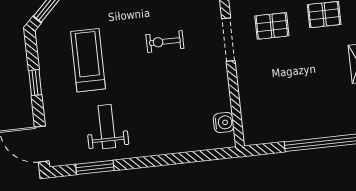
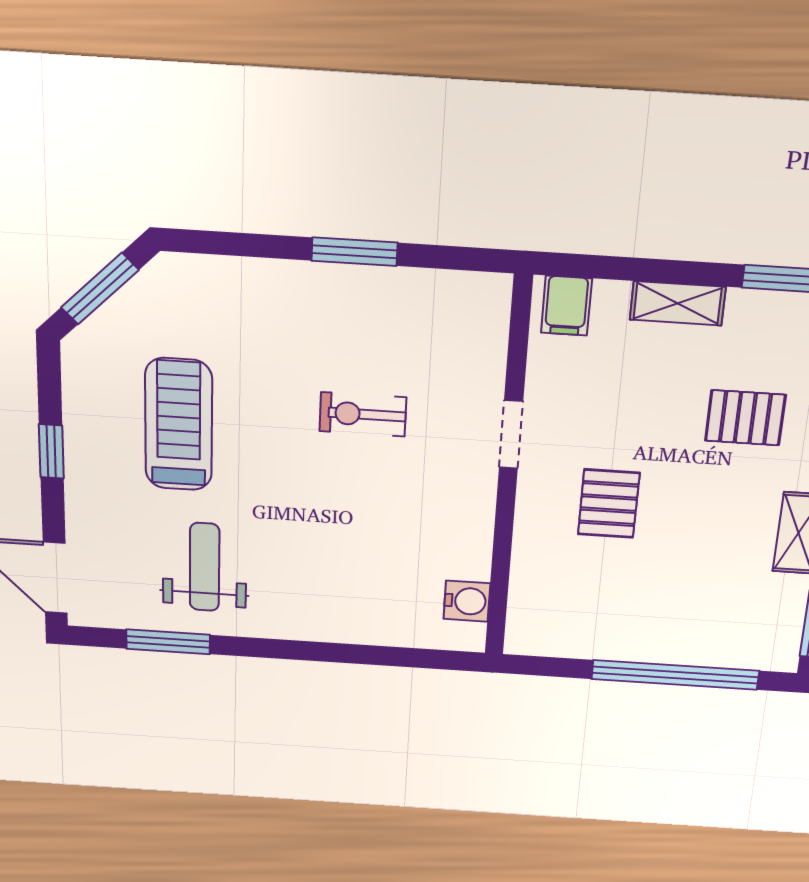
pallet: (272, 26) -> (609, 504), moved, turned 90
doorway: (228, 40) -> (511, 434), width x0.73

